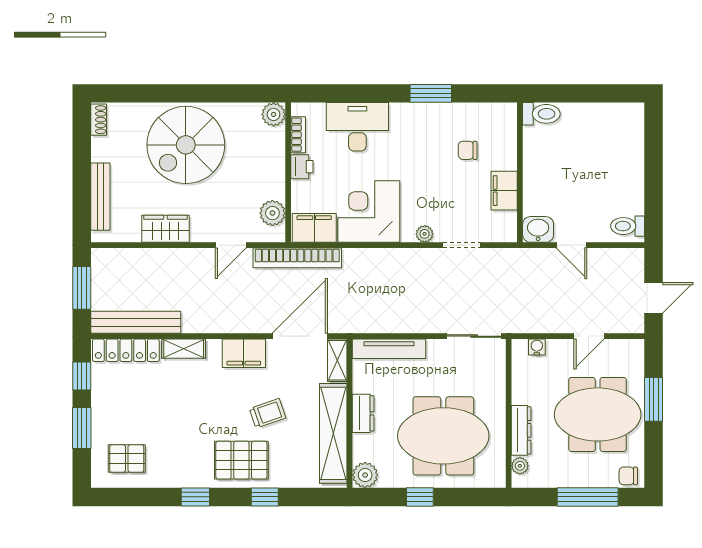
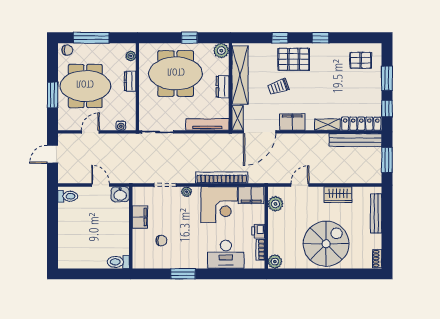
bookcase: (297, 258) -> (222, 178), moved
dresser: (521, 430) -> (130, 81), width x0.70

